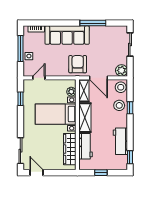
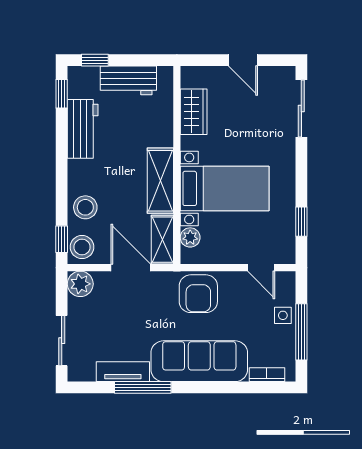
tv unit: (102, 30) -> (123, 372), added
armchair: (78, 64) -> (198, 294), moved
door: (39, 78) -> (261, 268), hinge flipped
window: (130, 108) -> (62, 239), moved
workbench: (86, 146) -> (128, 80), moved, turned -90
wardrobe: (70, 149) -> (194, 112), width x0.67
door: (36, 173) -> (243, 60), moved
window: (101, 173) -> (95, 60), moved

